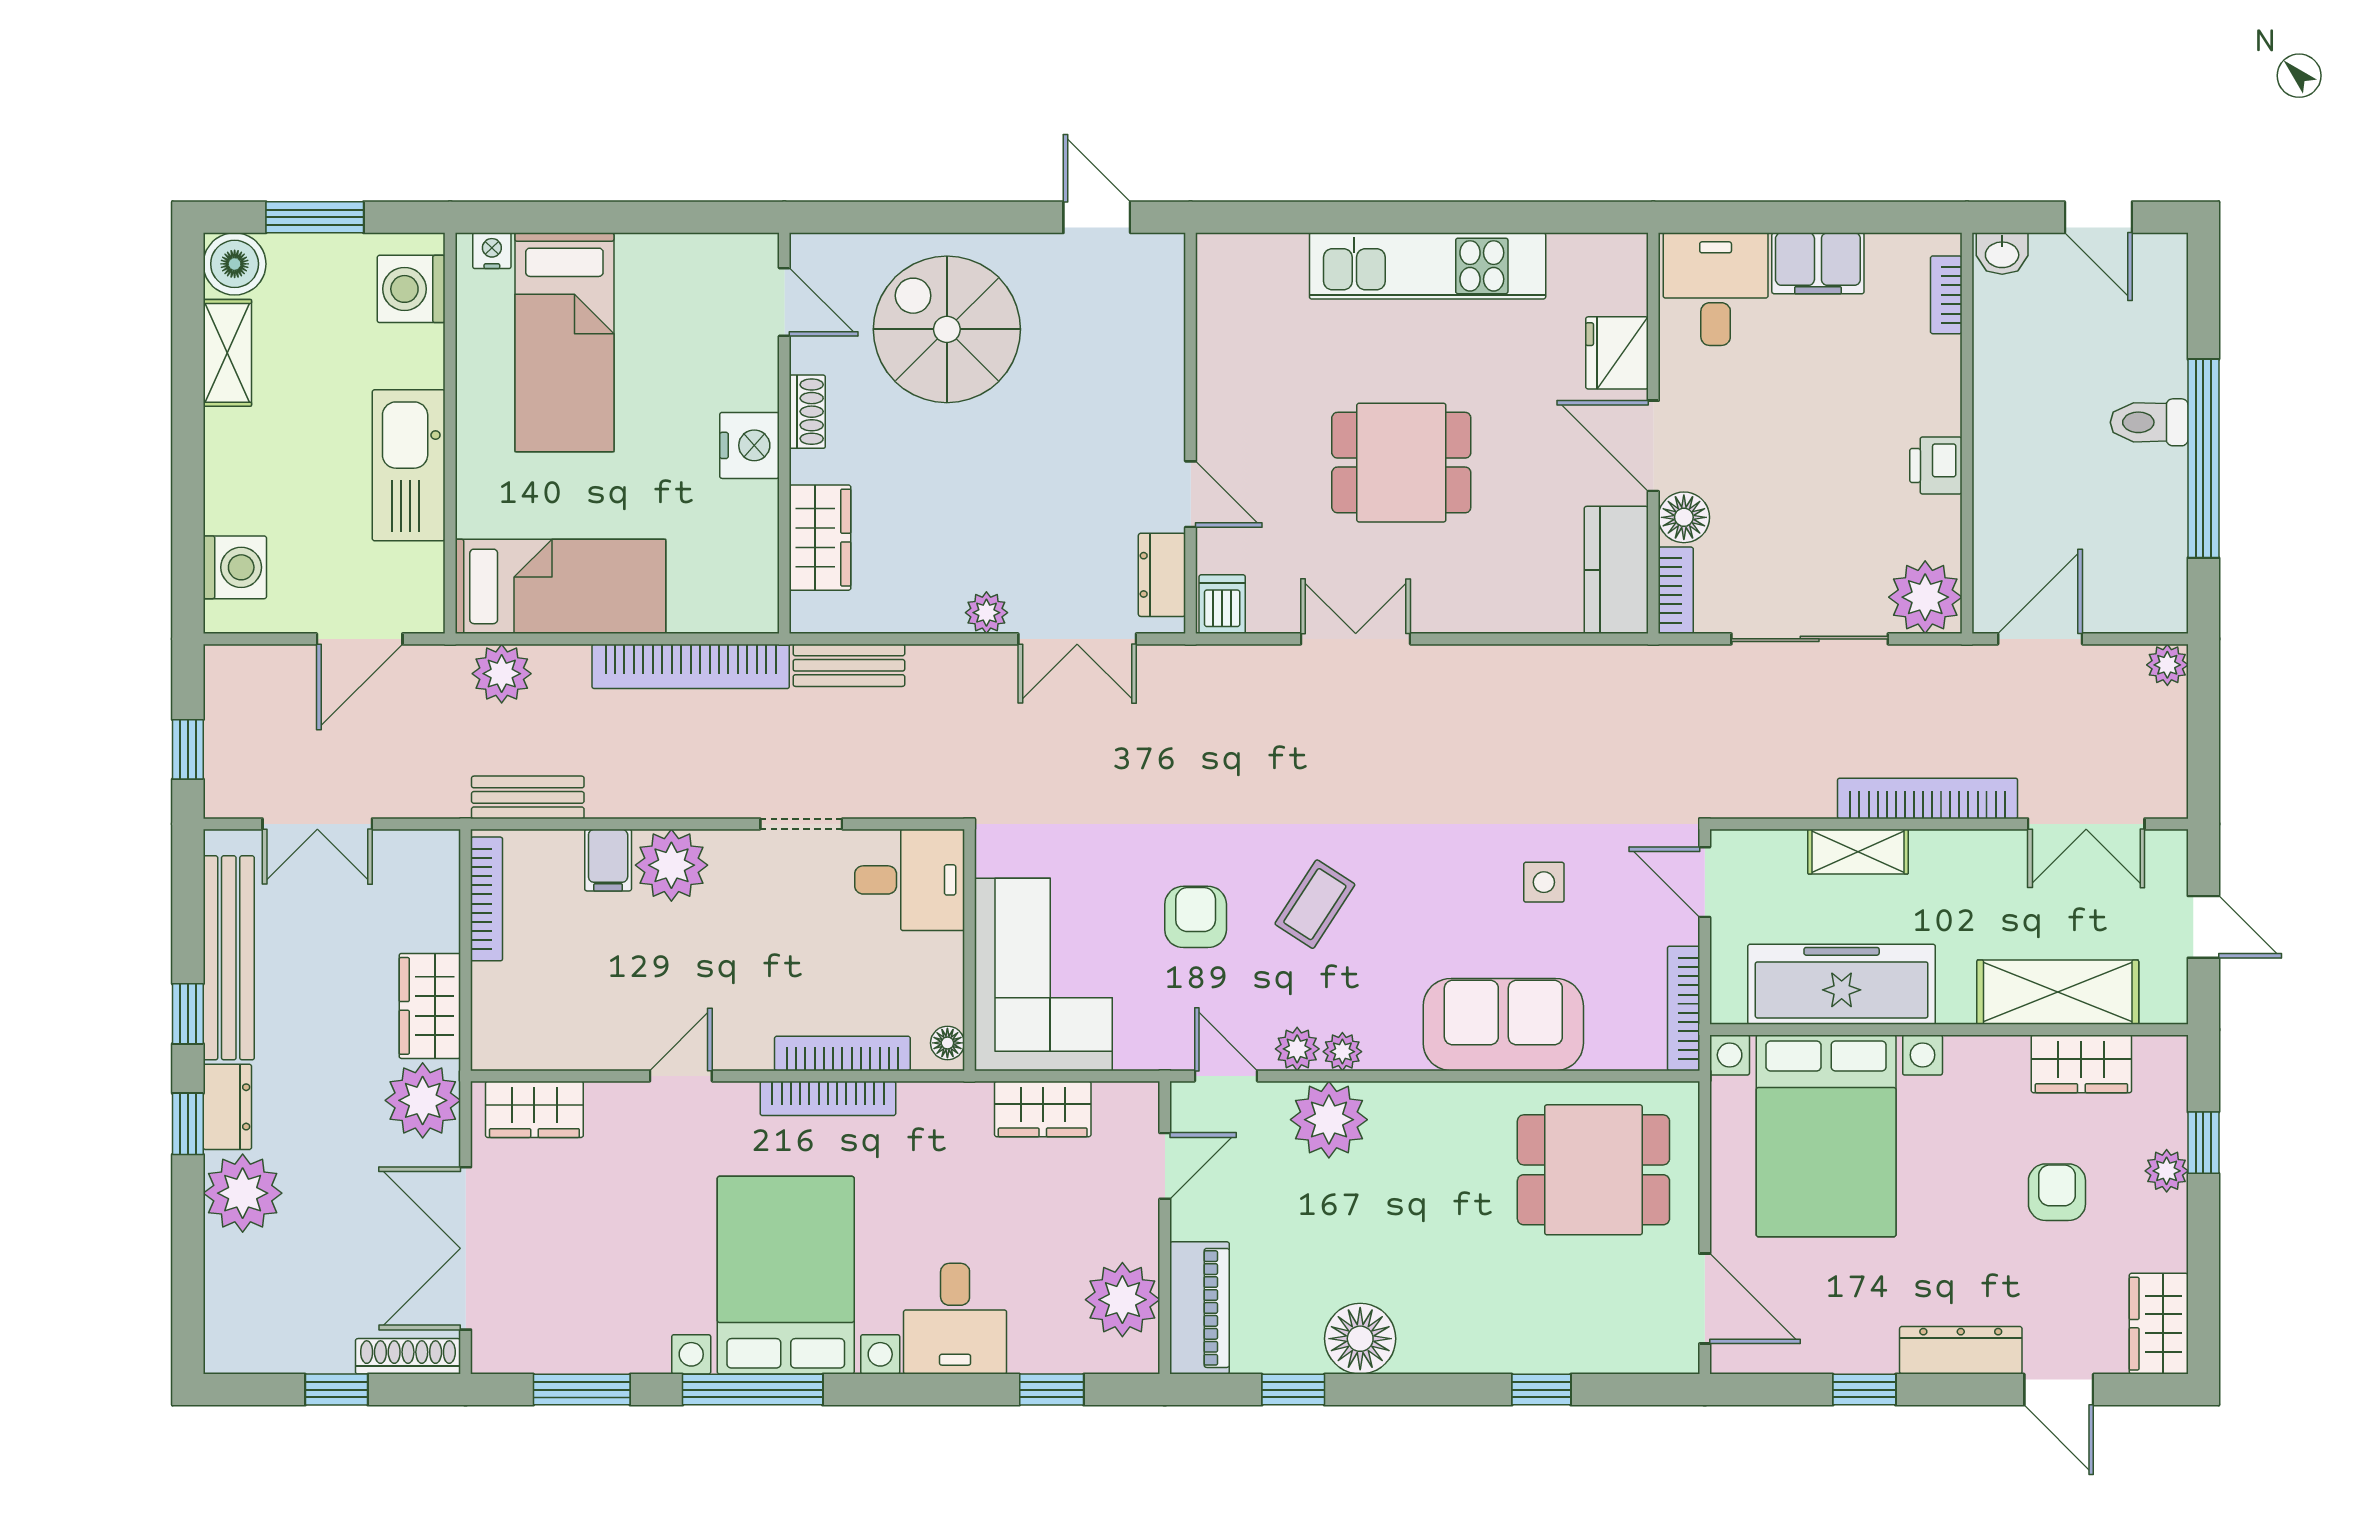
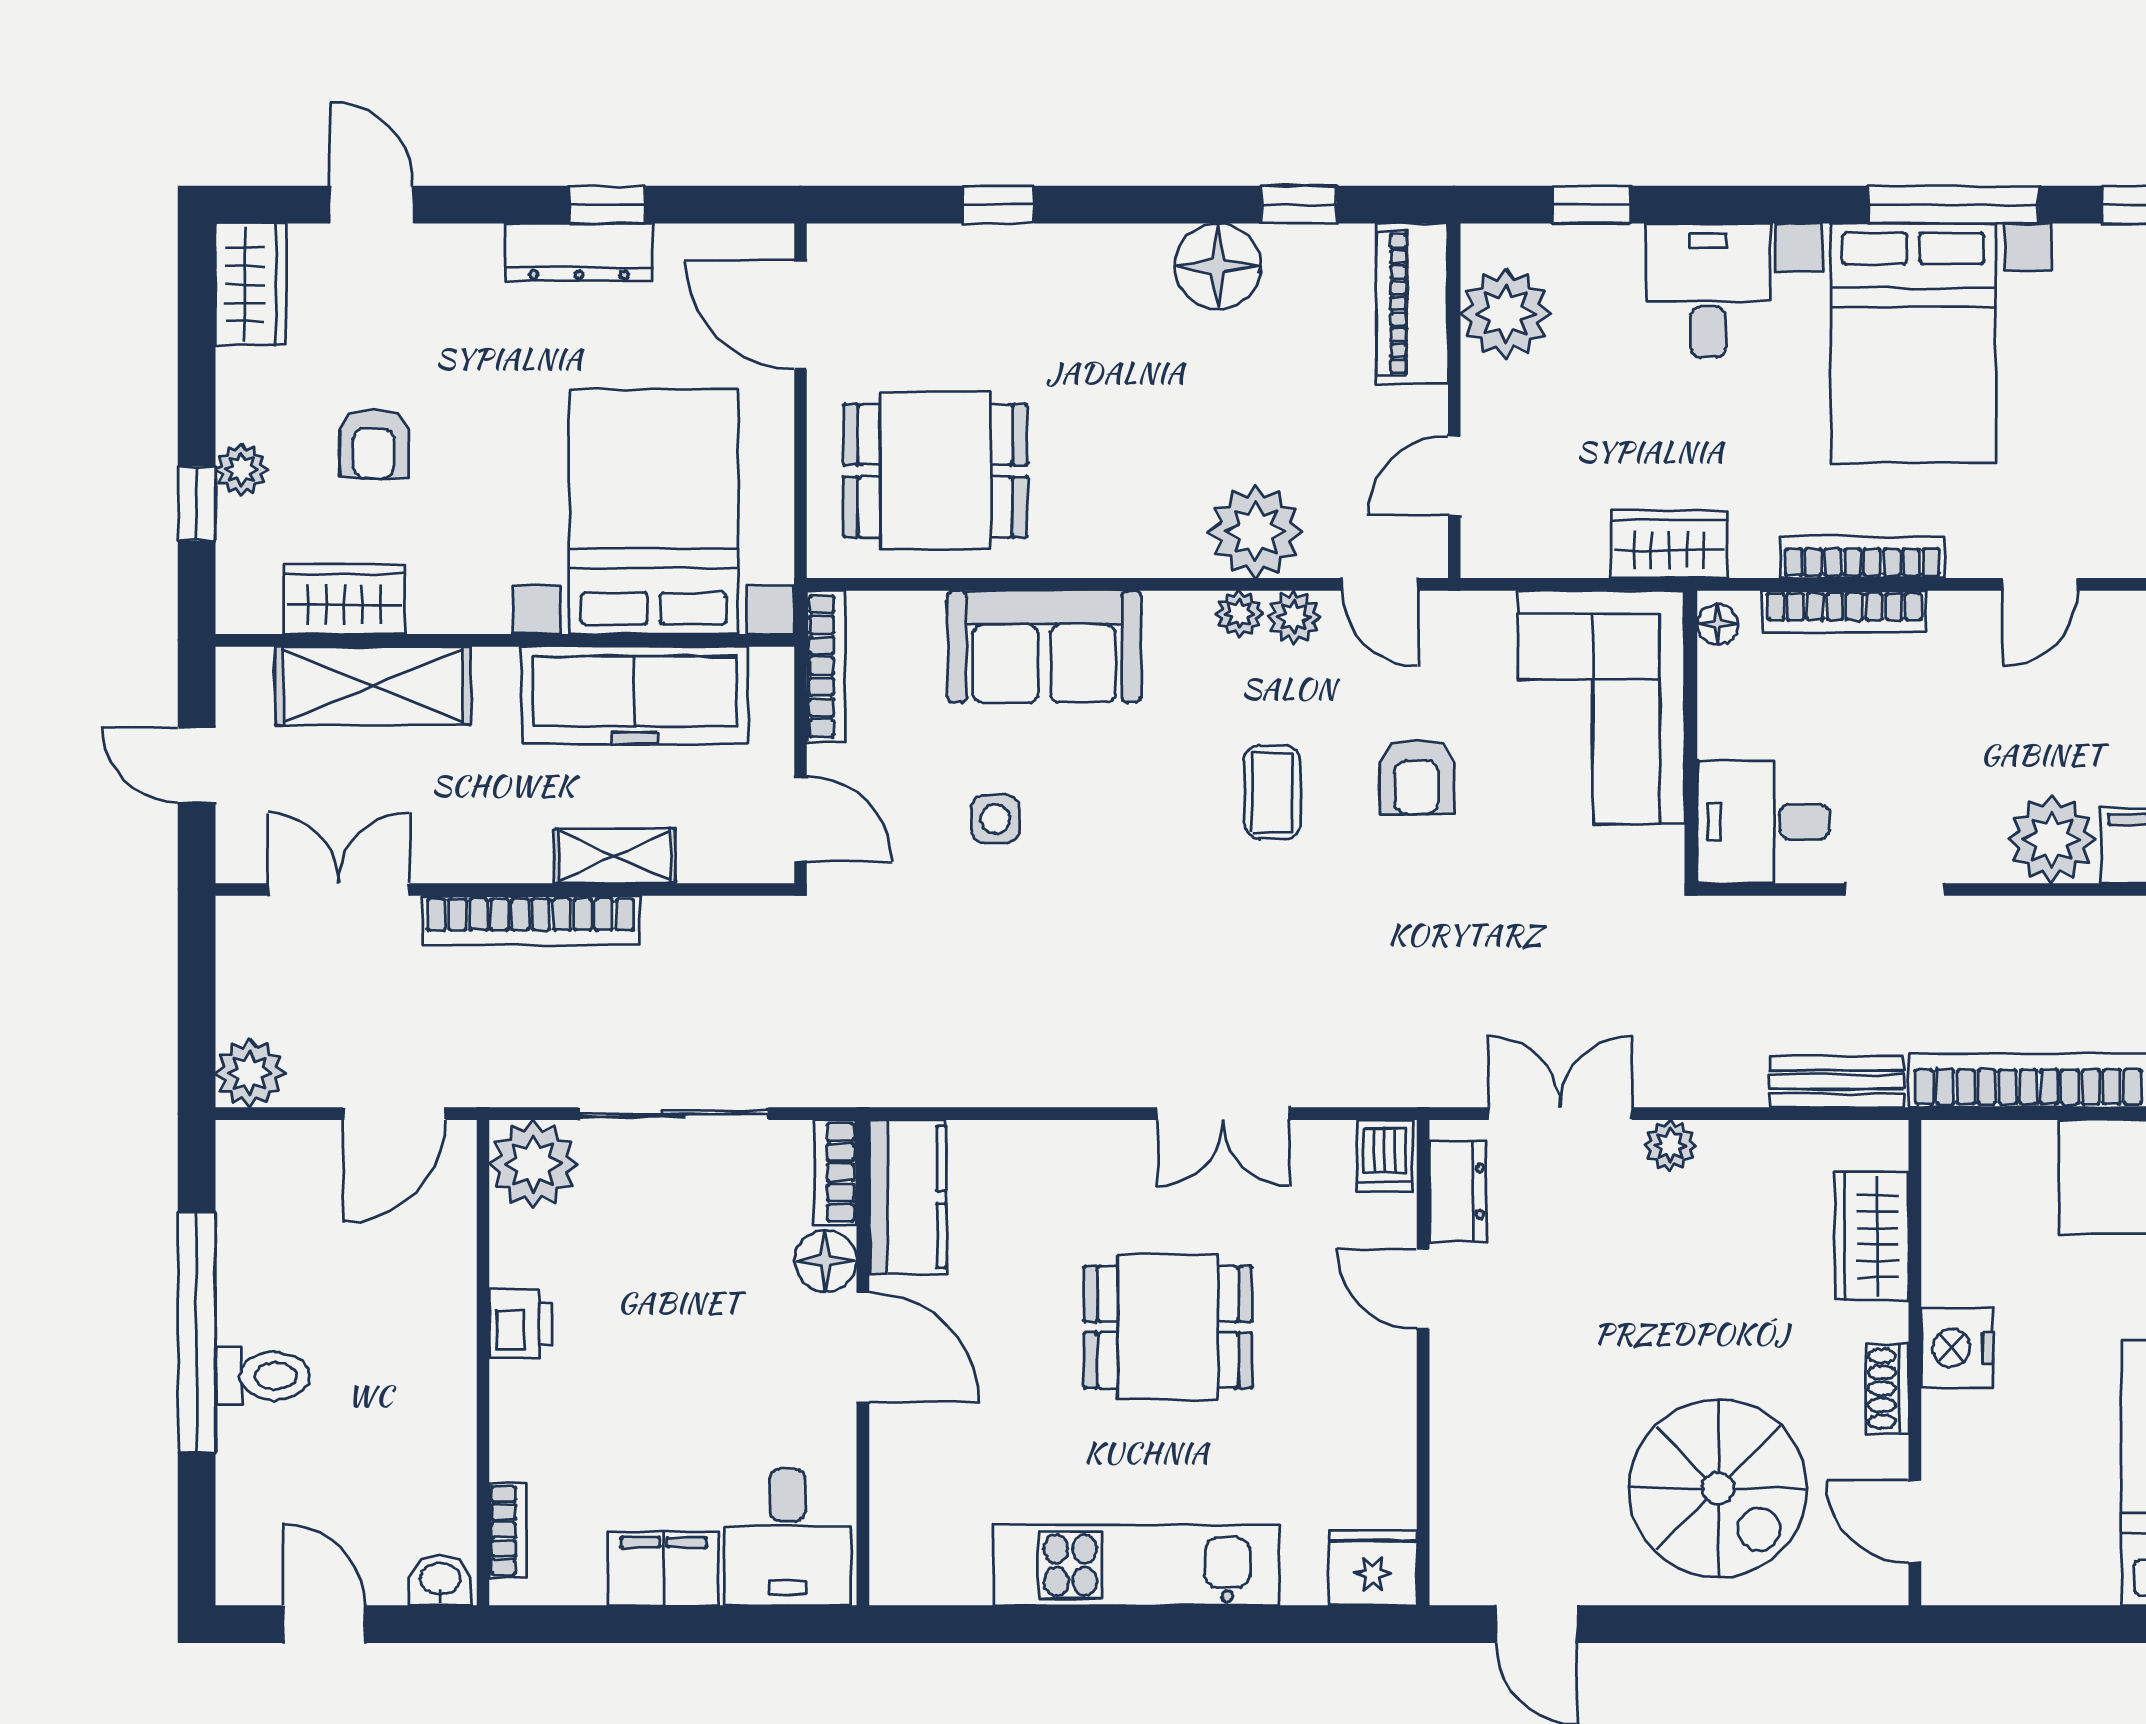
fridge: (1617, 353) -> (1373, 1568), moved, turned -90
plant: (2167, 665) -> (250, 1073), width x1.38, depth x1.38
coffee table: (1315, 904) -> (1273, 792), turned -33
wardrobe: (1043, 1109) -> (1669, 544), moved
dresser: (1961, 1350) -> (579, 252), moved

